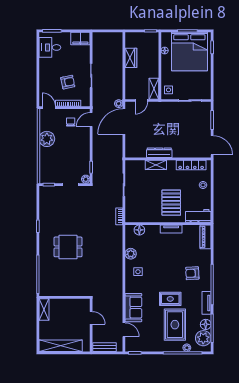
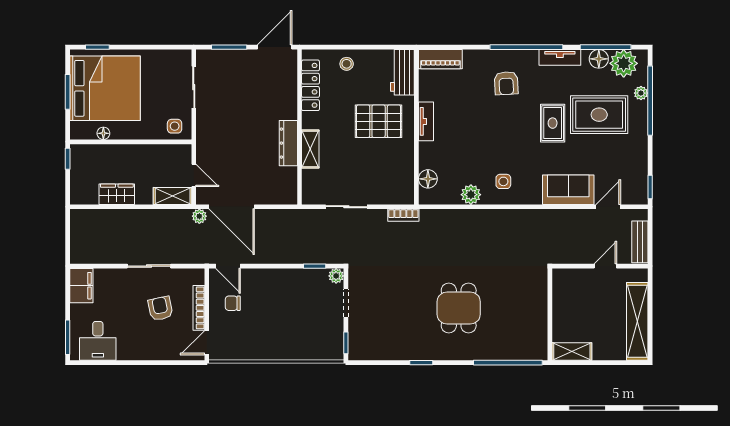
shelving: (154, 89) -> (173, 196), moved
plant: (47, 139) -> (263, 346), removed
door: (91, 318) -> (605, 266), moved

